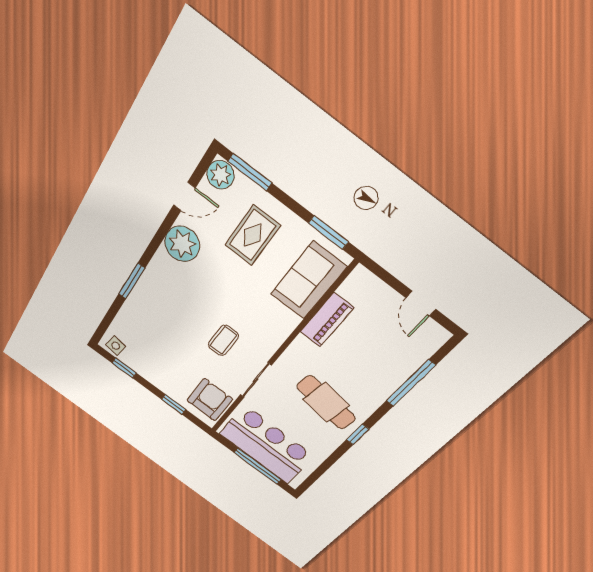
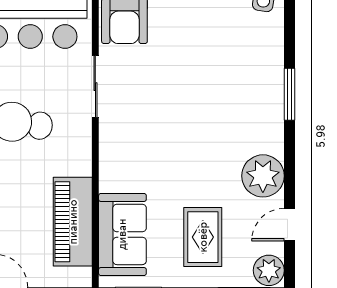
piano: (327, 320) -> (73, 222), width x1.37, depth x1.33
coffee table: (223, 340) -> (157, 105), removed

